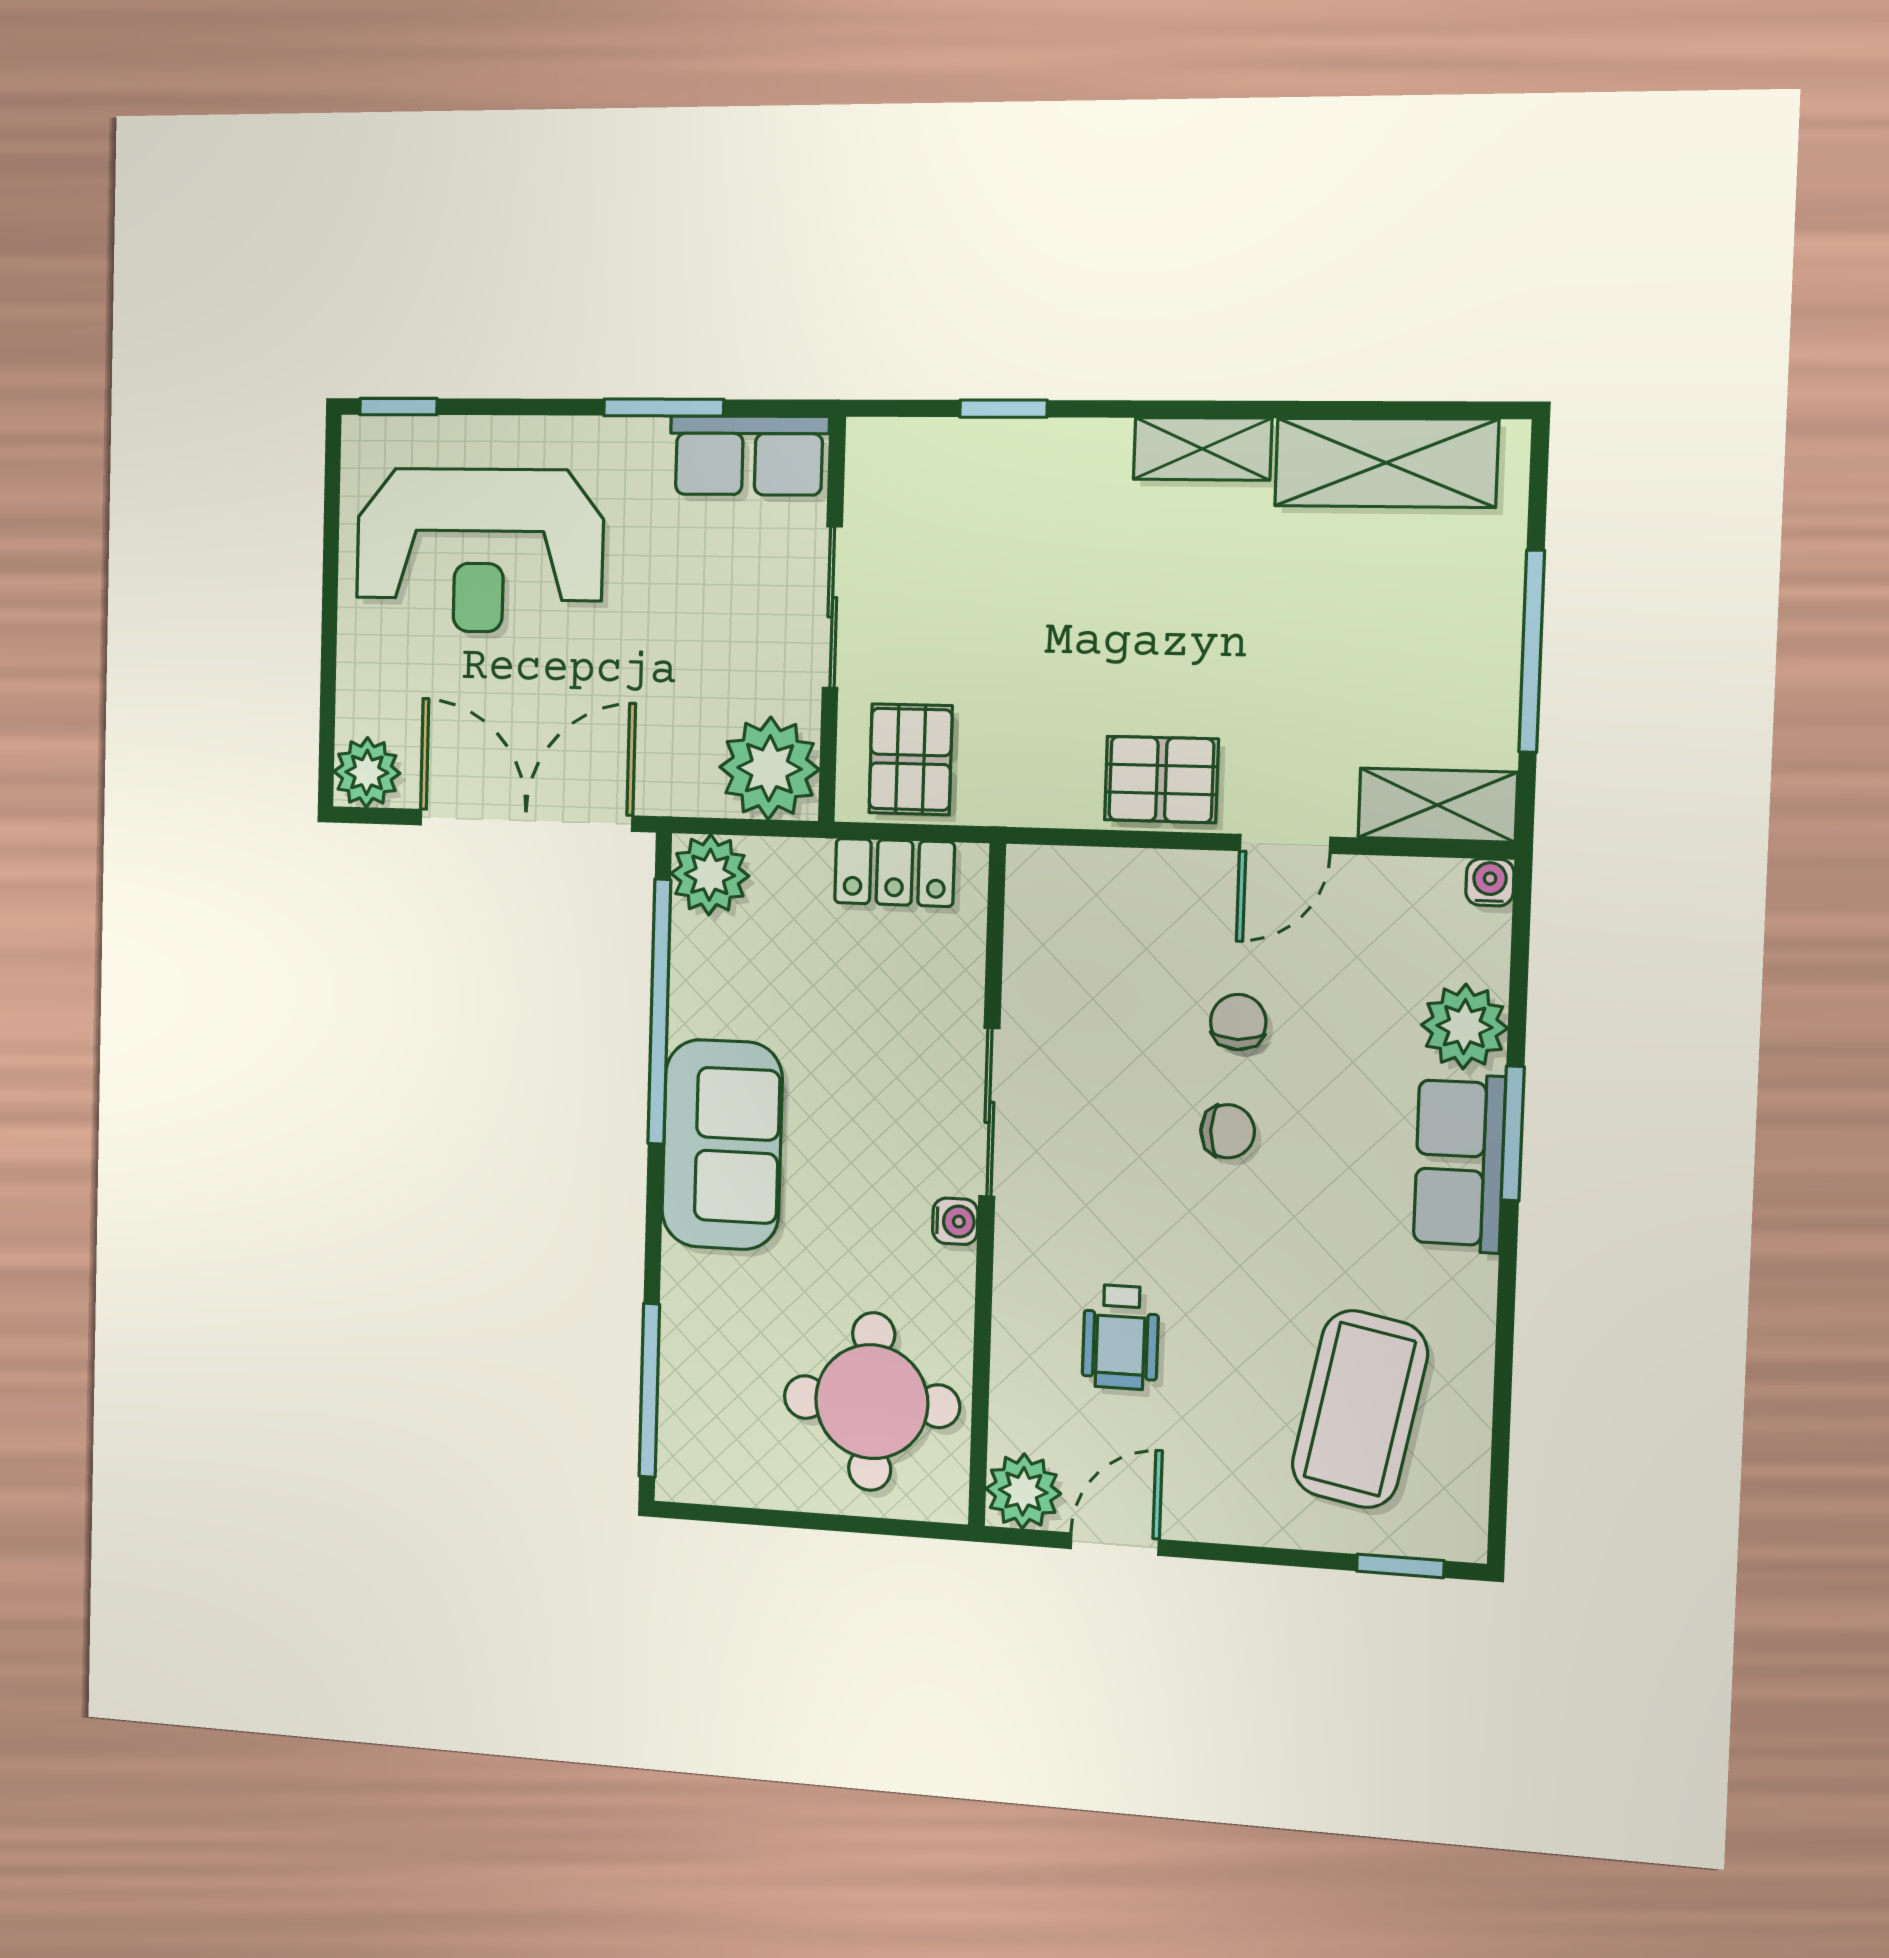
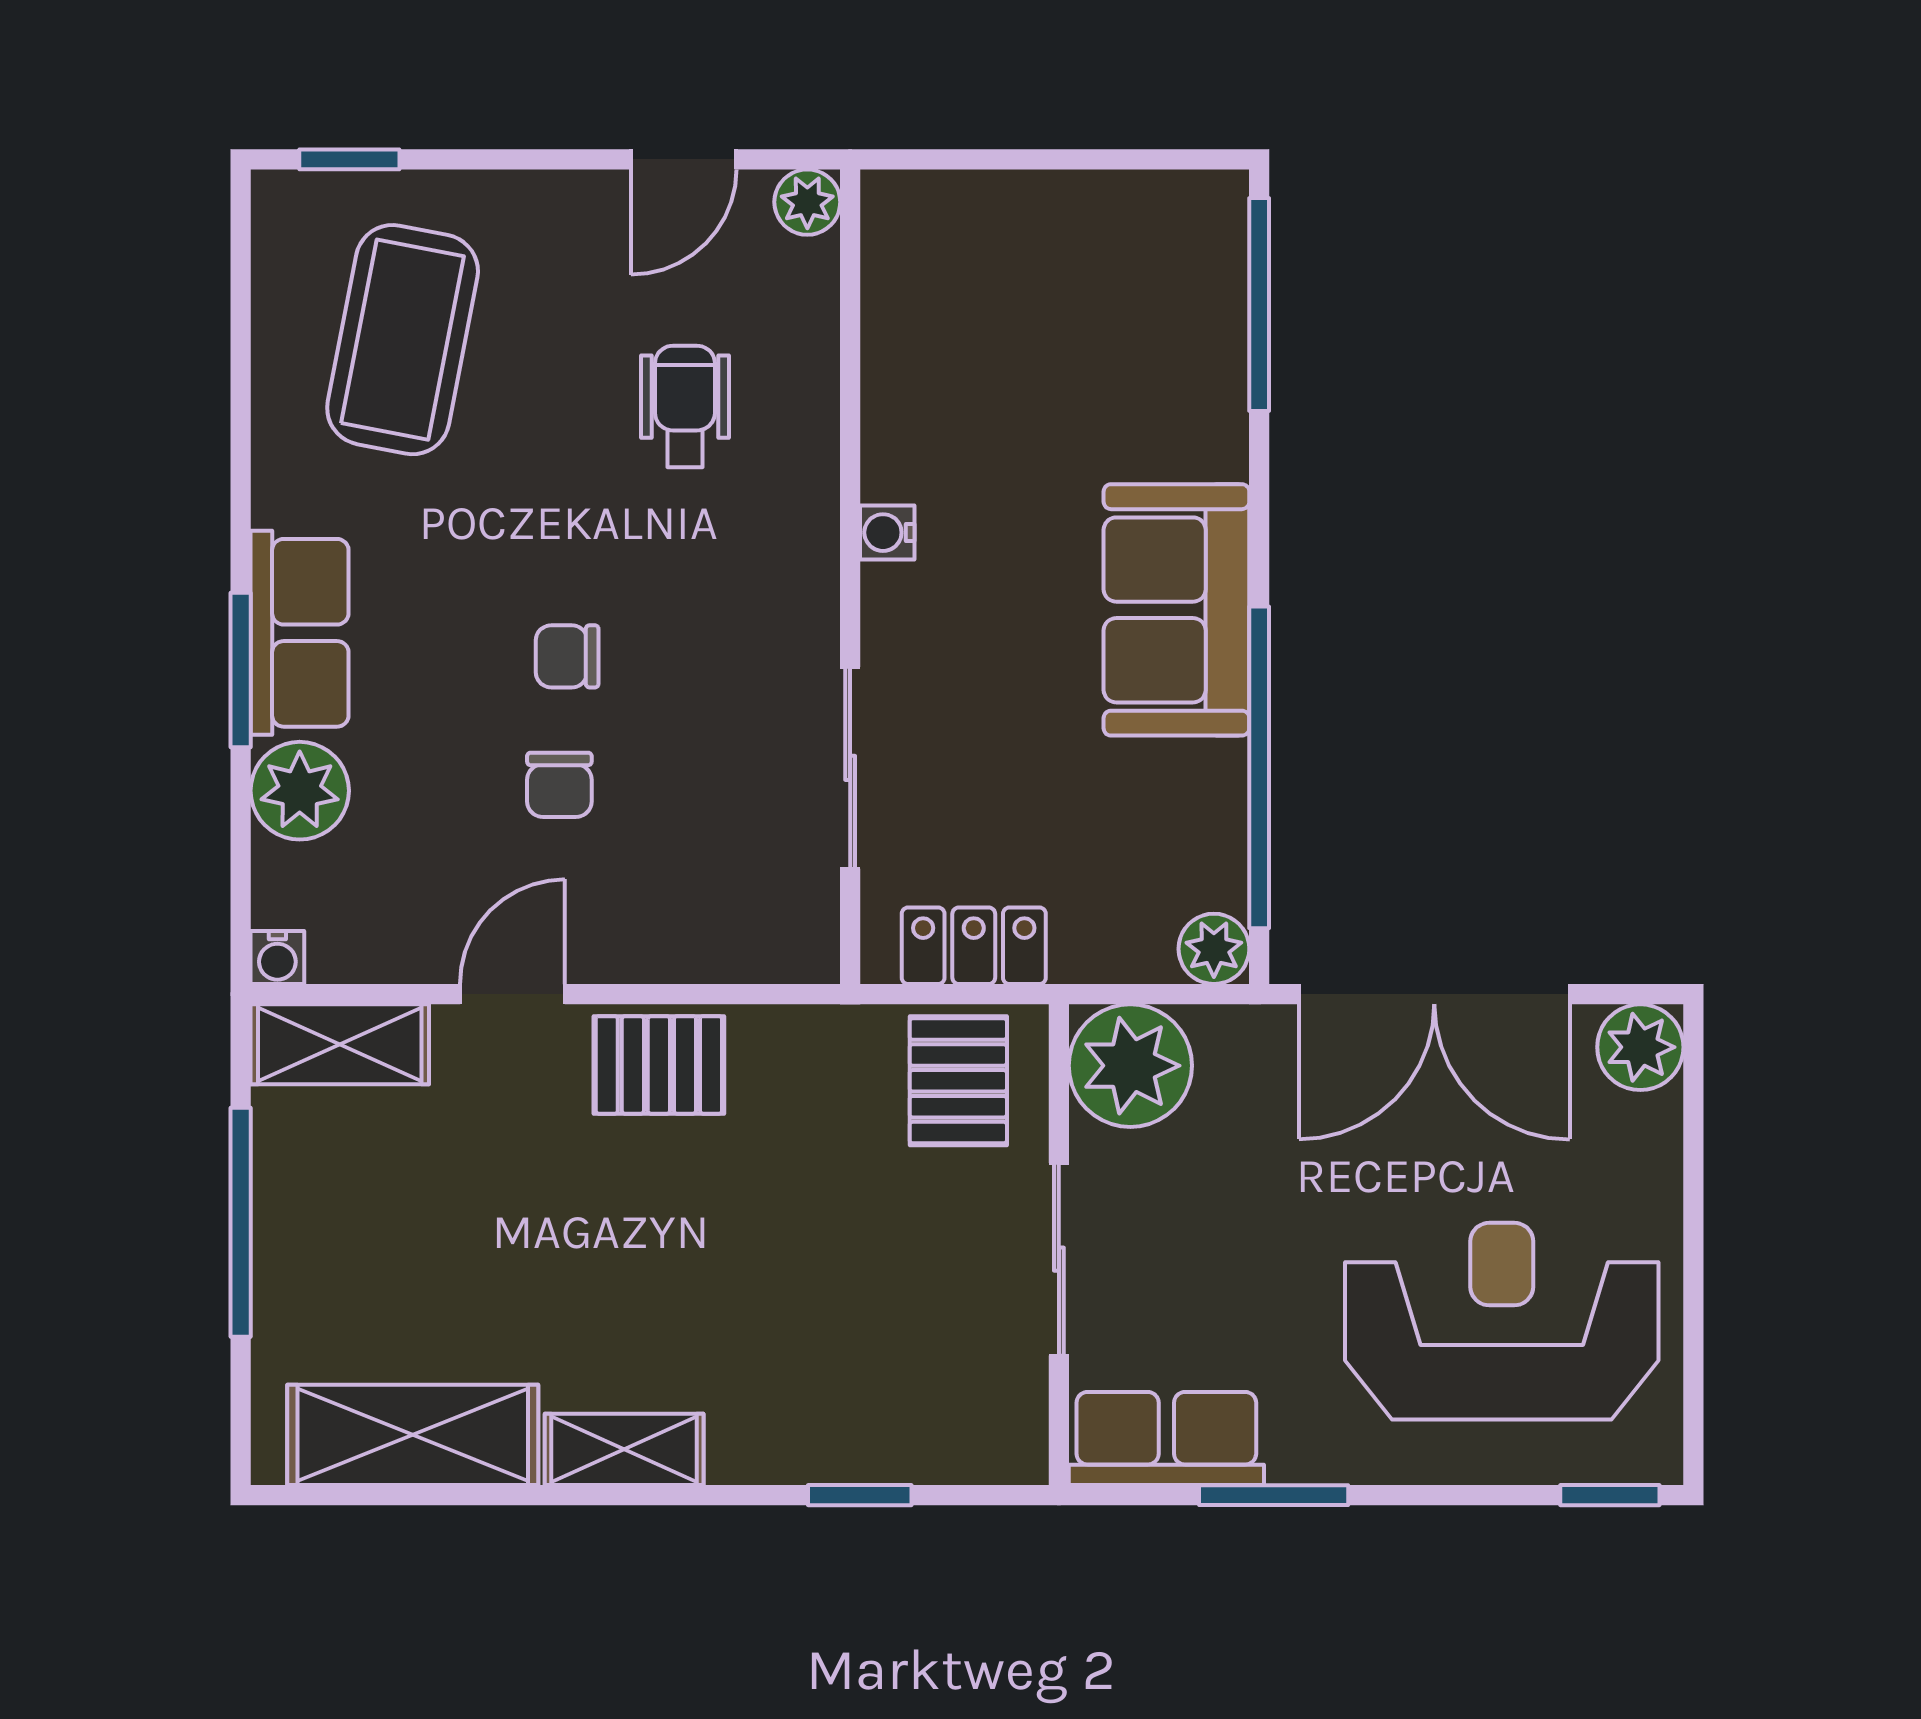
plant: (710, 875) -> (1214, 949), width x0.73, depth x0.73
sliding door: (989, 1112) -> (850, 768), moved
round table: (872, 1402) -> (982, 309), removed
plant: (1023, 1491) -> (807, 202), width x0.73, depth x0.73

